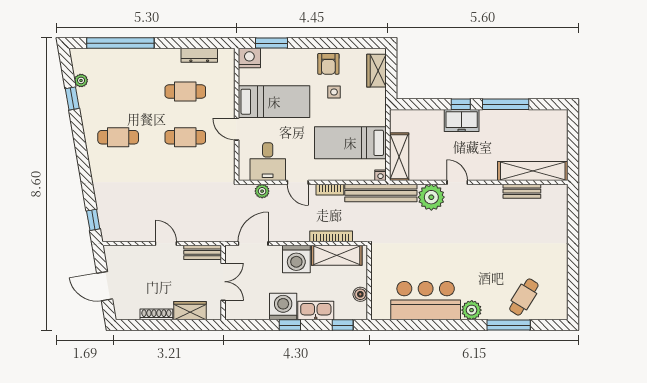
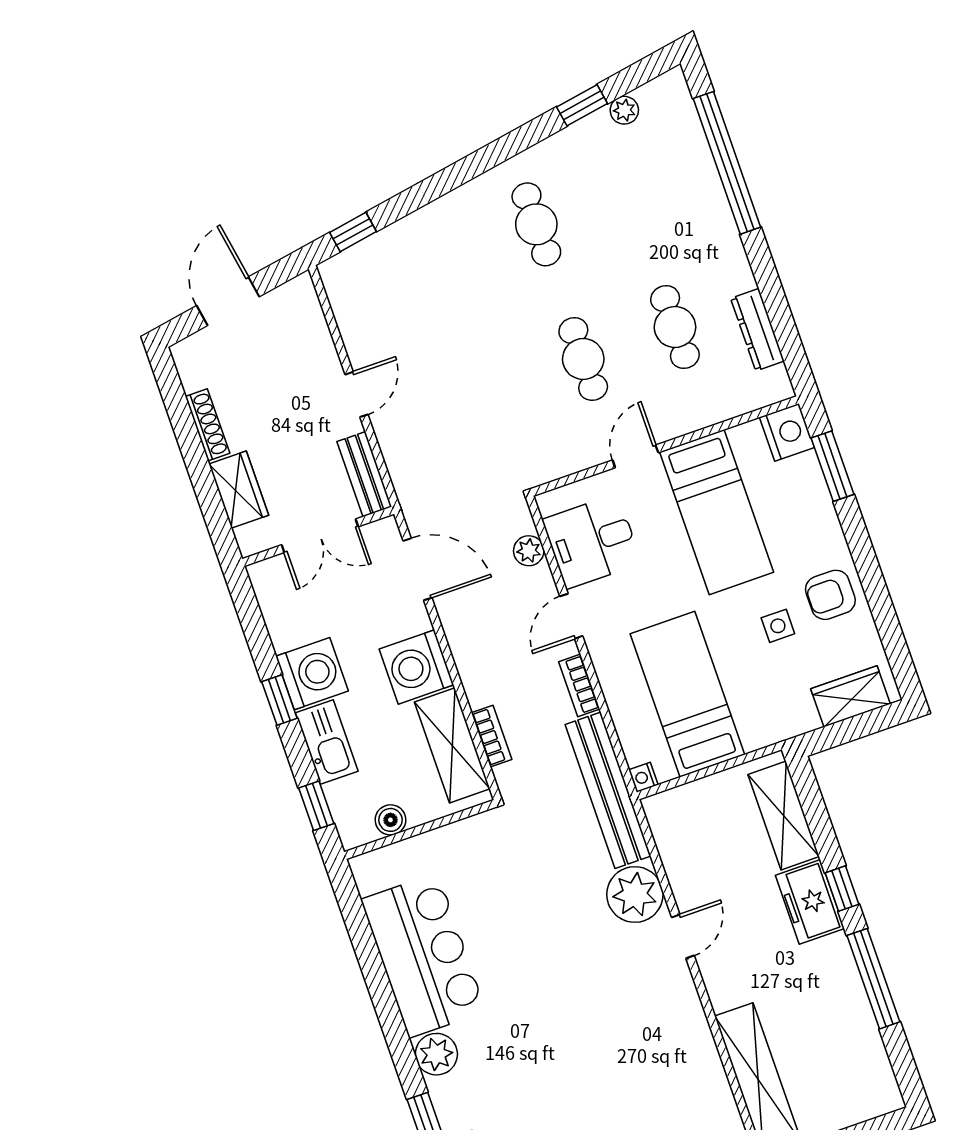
shelving: (399, 157) -> (784, 815), moved, turned 90
bench: (522, 191) -> (710, 1072), removed
bookcase: (331, 236) -> (492, 736), width x0.64

